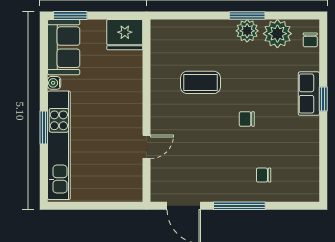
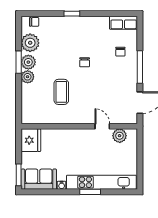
plant: (224, 29) -> (28, 77), added
row of seats: (309, 94) -> (124, 23), moved
plant: (132, 174) -> (120, 136), added

